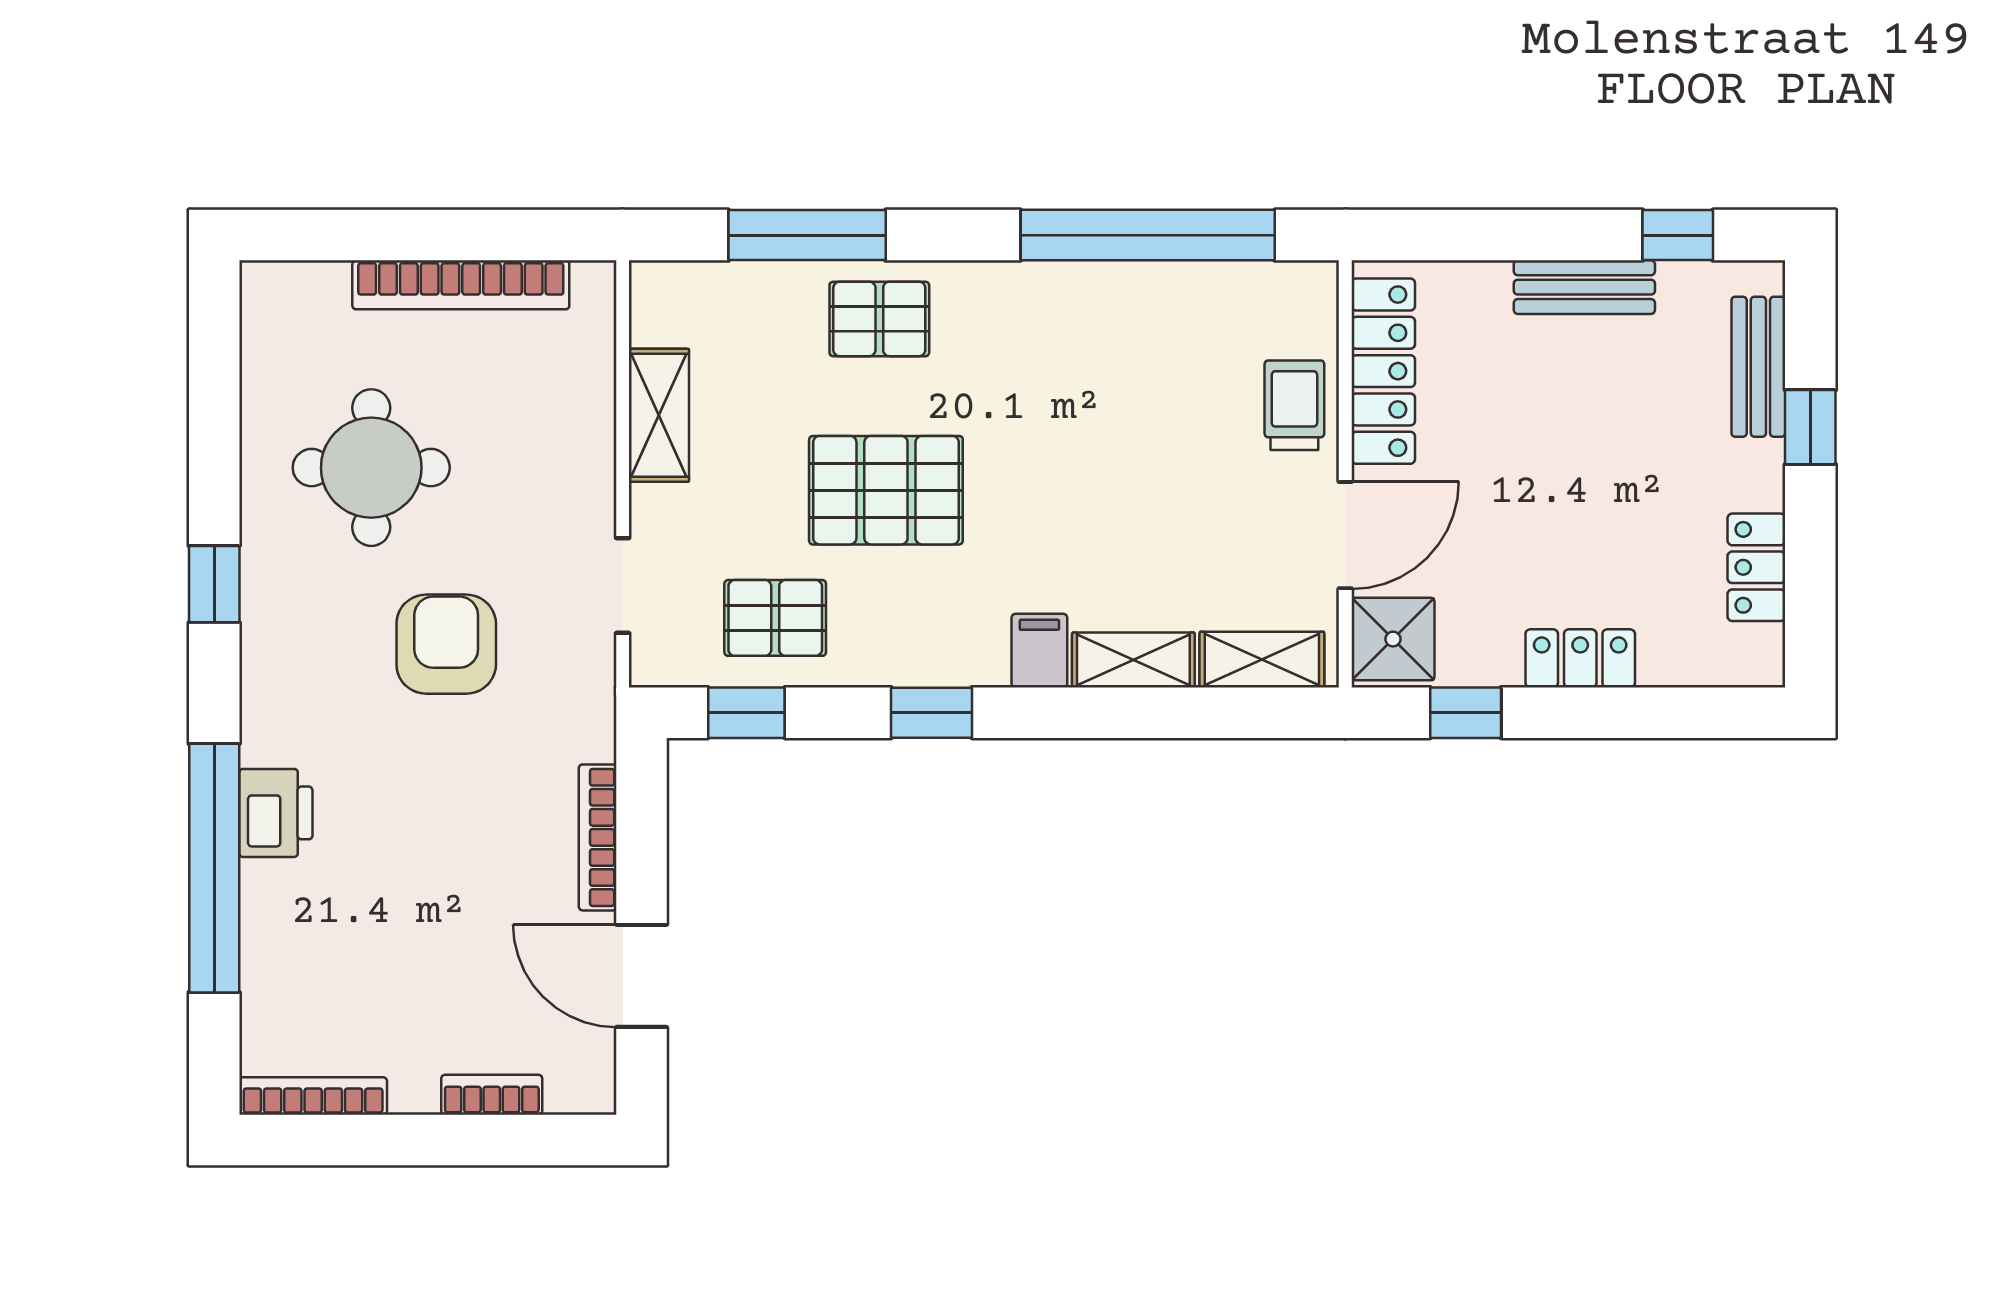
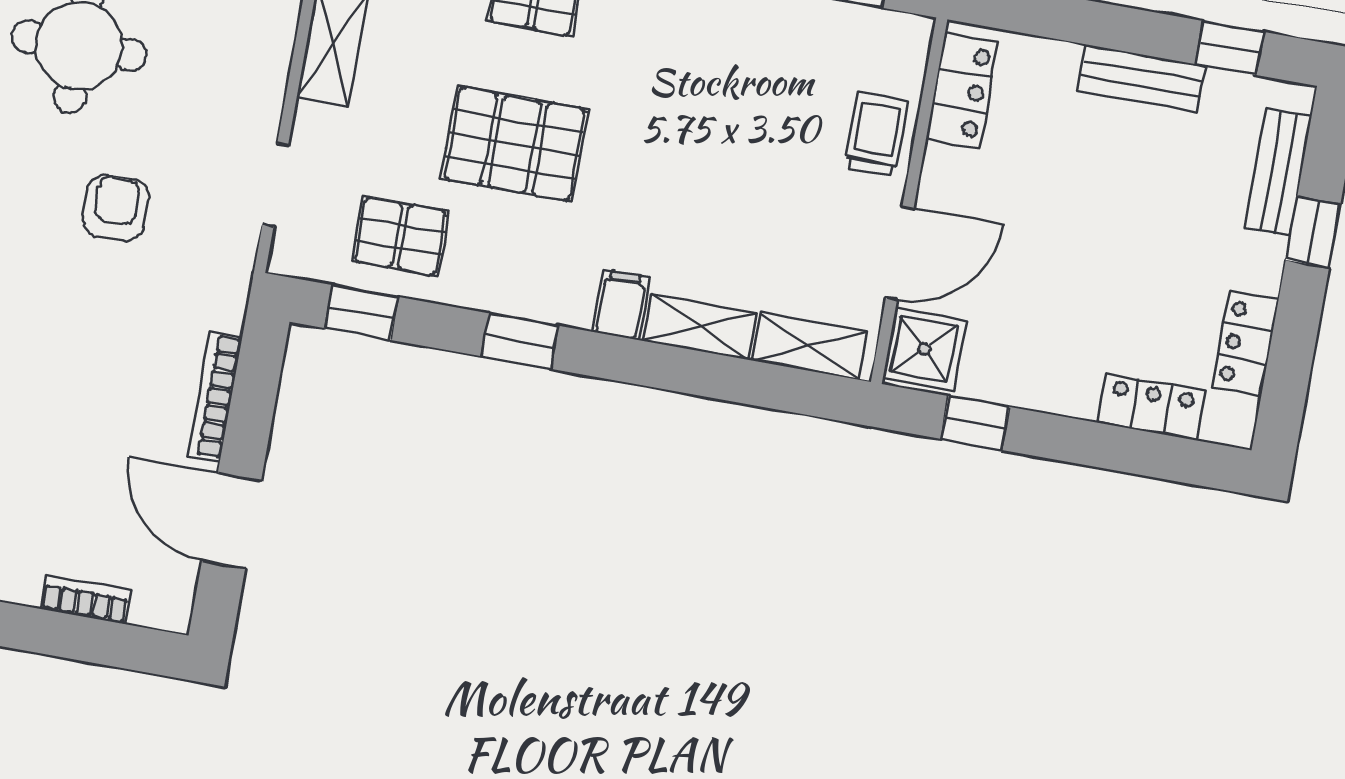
locker: (1383, 371) -> (962, 91), width x0.66
armchair: (446, 644) -> (116, 208), width x0.72, depth x0.72
locker: (1580, 658) -> (1151, 407), moved

